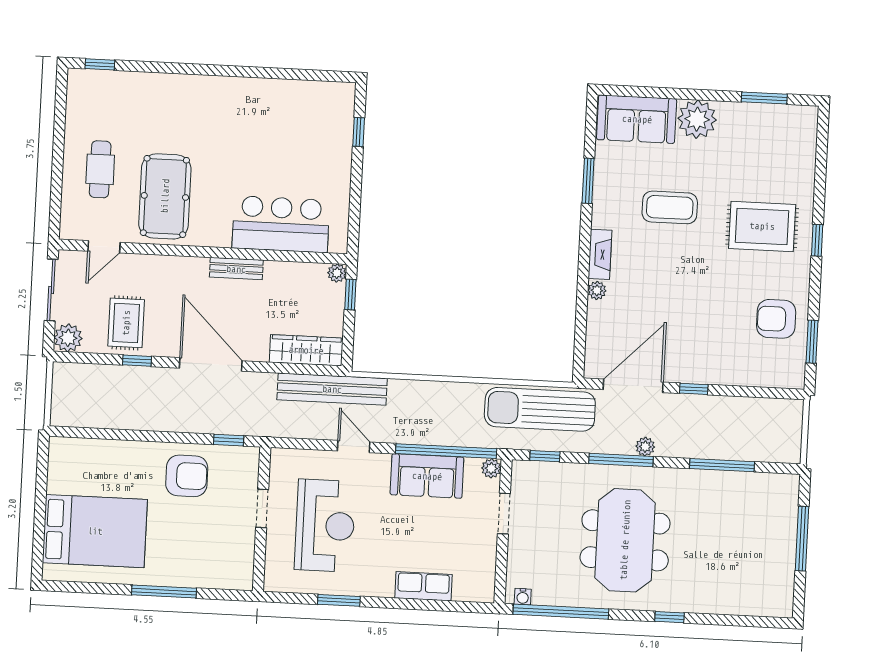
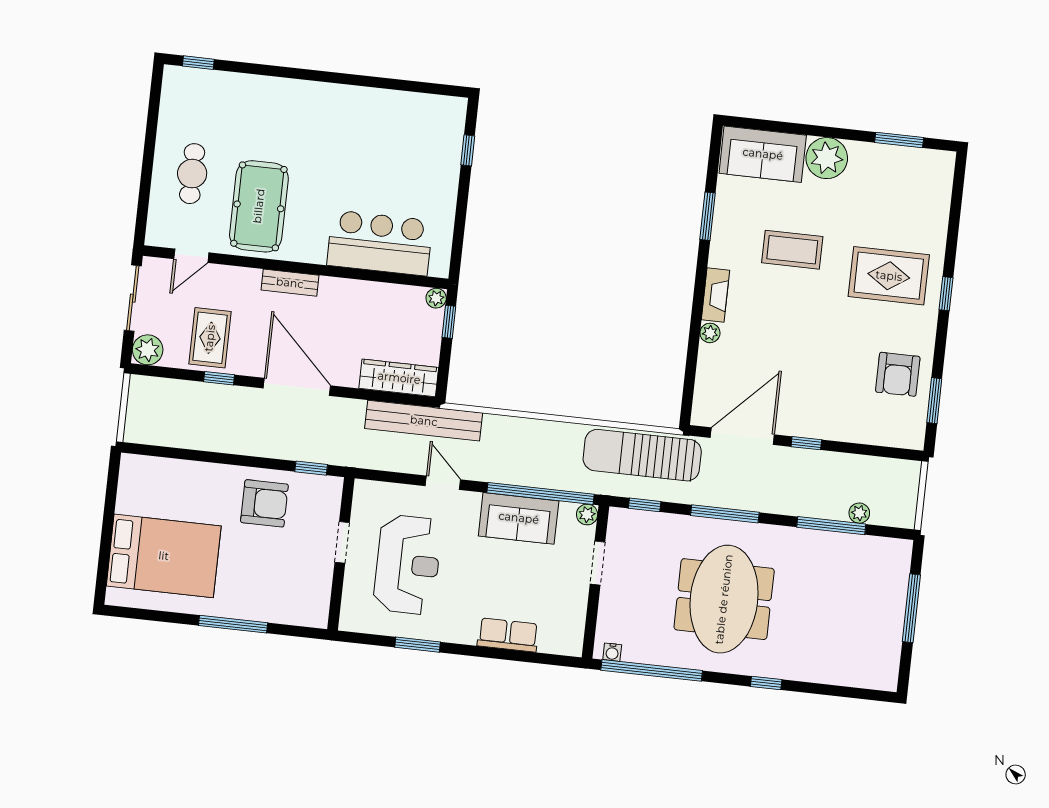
bench: (236, 269) -> (290, 283), moved
armchair: (776, 319) -> (898, 374), turned -90
plant: (645, 447) -> (859, 513), moved

